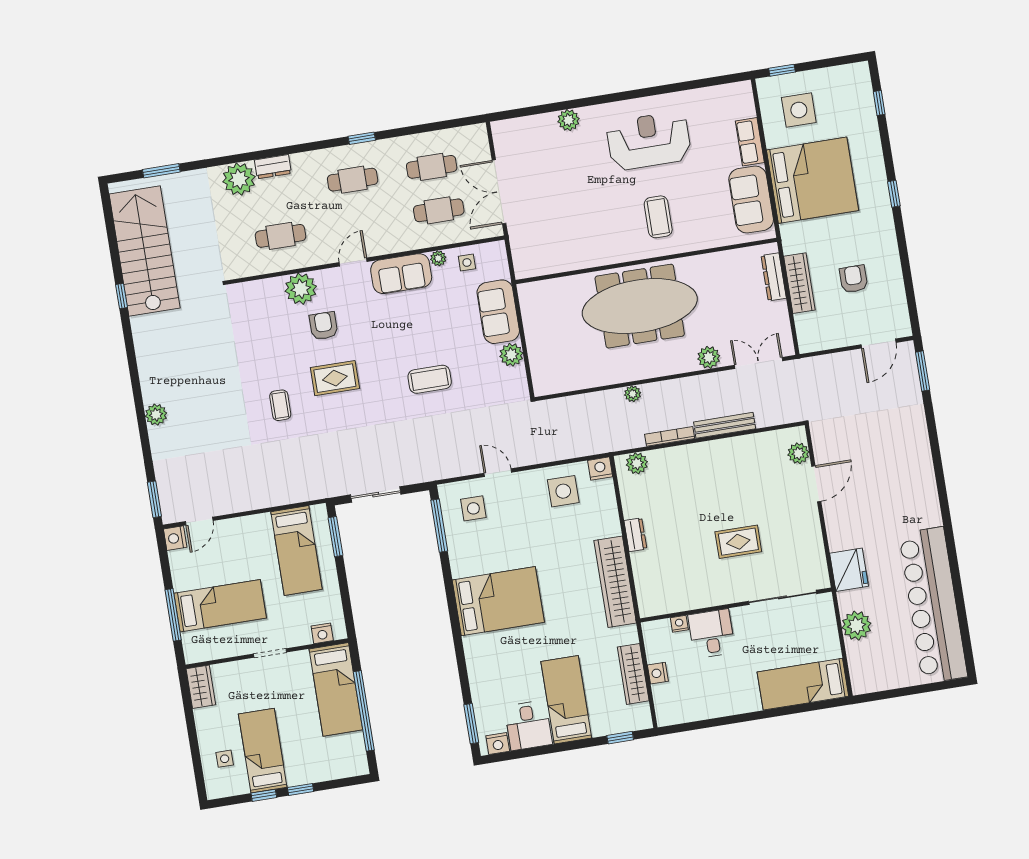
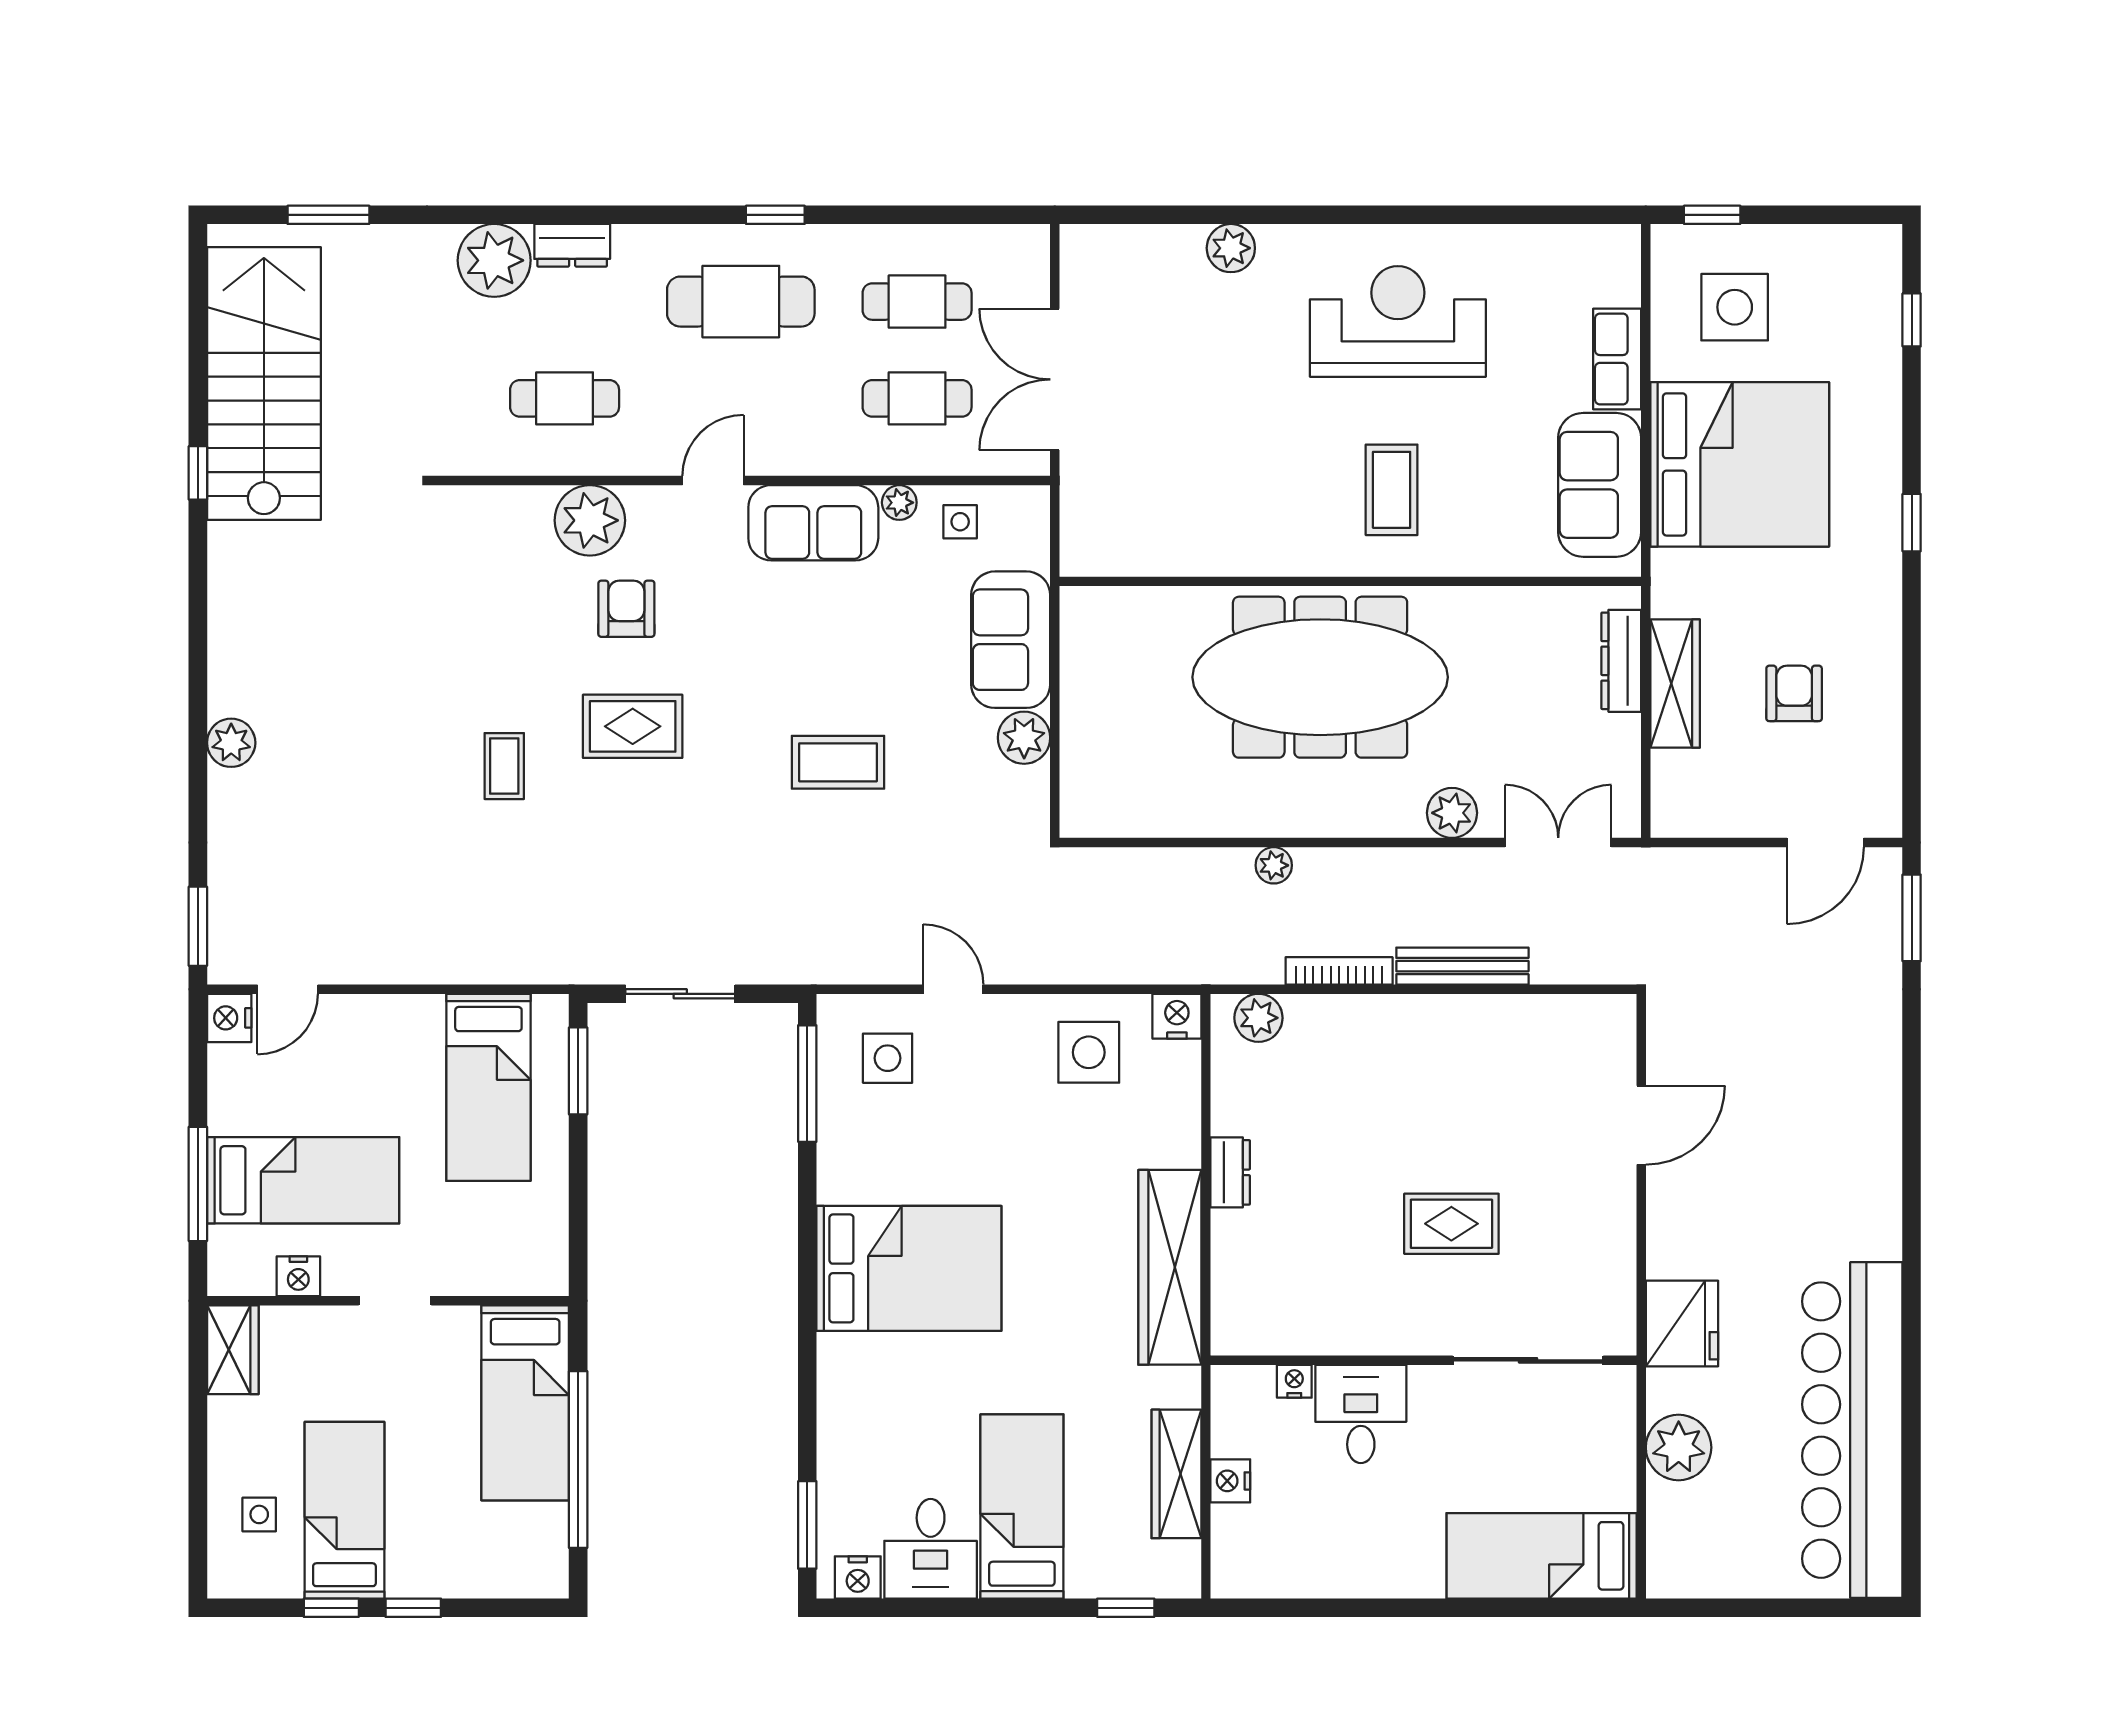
cafe table: (353, 180) -> (741, 302), width x1.37, depth x1.35
plant: (798, 453) -> (1613, 1053), removed
nightstand: (322, 633) -> (298, 1276), moved

